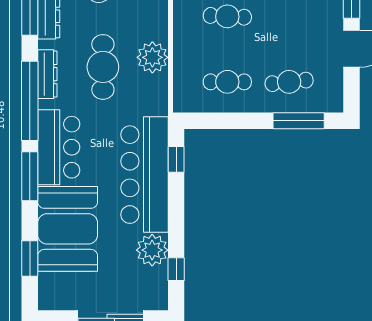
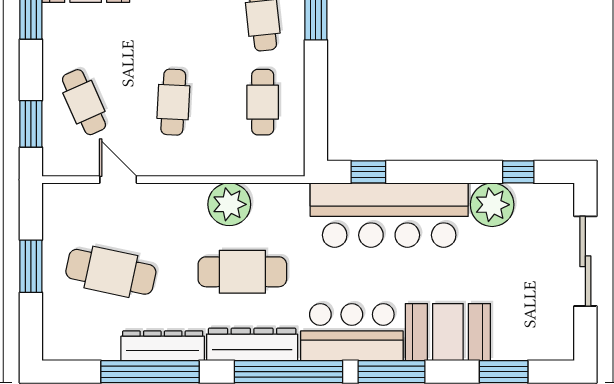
dresser: (47, 74) -> (252, 344), width x1.37, depth x1.24
booth: (68, 229) -> (448, 332), width x0.73, depth x0.70

